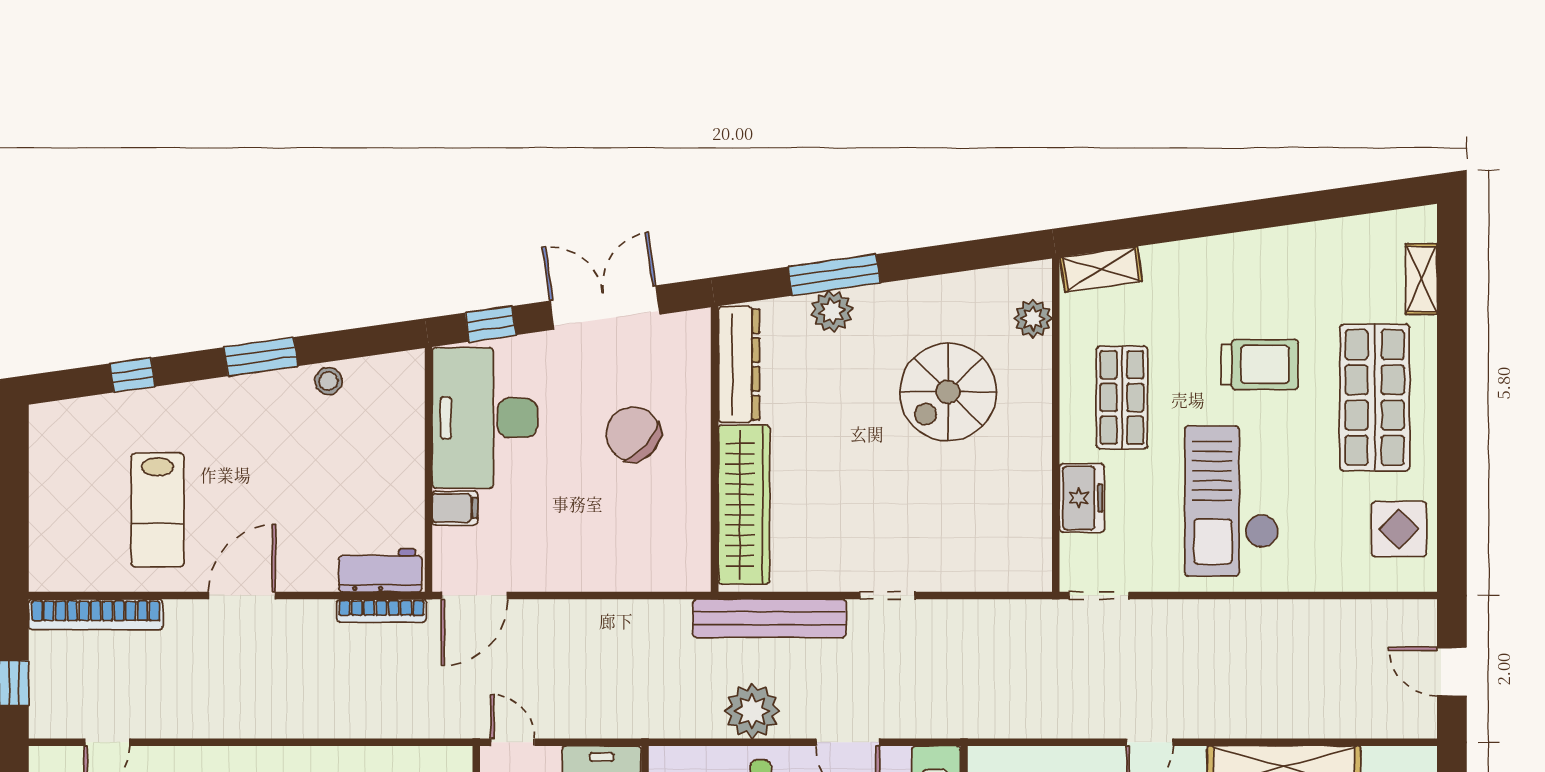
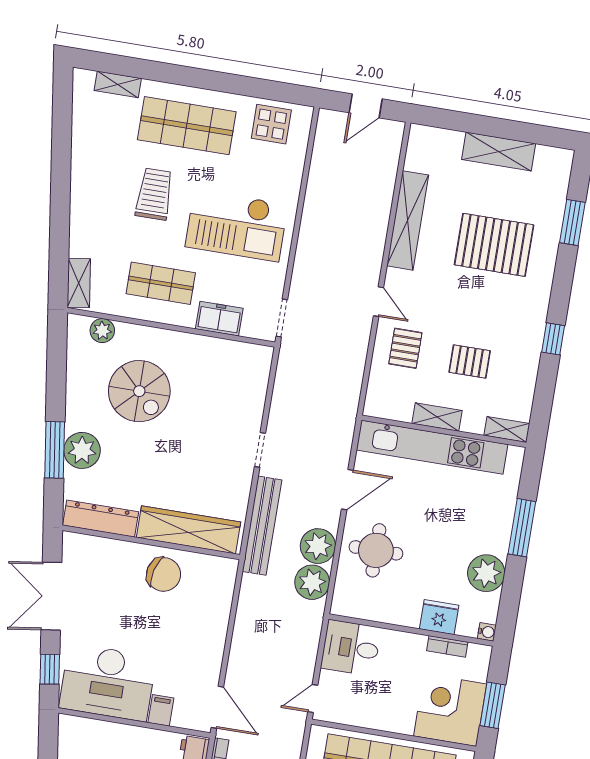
plant: (832, 311) -> (82, 450), width x1.36, depth x1.36
chair: (633, 434) -> (164, 574), moved, turned -118
plant: (694, 711) -> (312, 582), added

